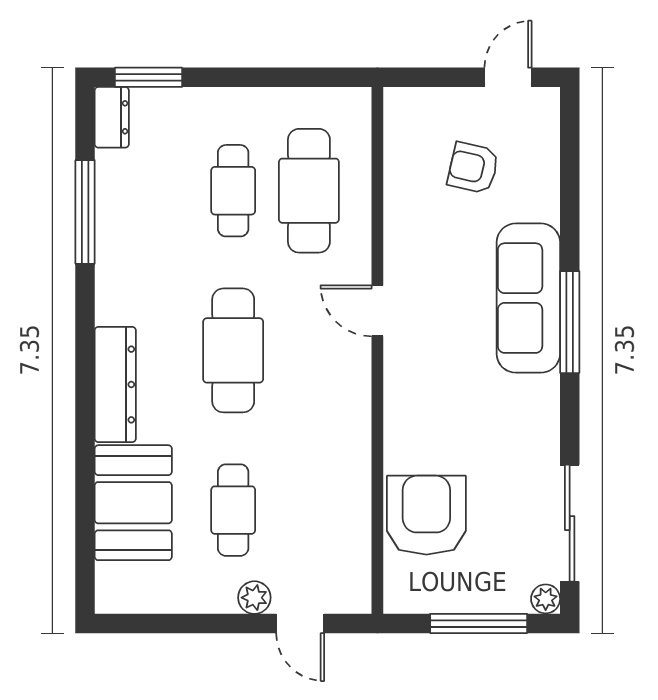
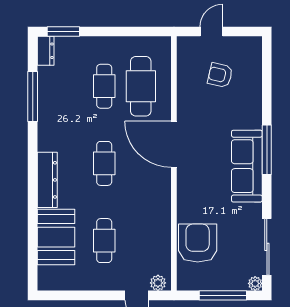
door: (508, 77) -> (211, 31), moved
sofa: (528, 298) -> (247, 166), moved
door: (377, 311) -> (174, 144), width x1.88
cafe table: (233, 350) -> (104, 163), width x0.73, depth x0.74
plant: (254, 598) -> (158, 283), moved

